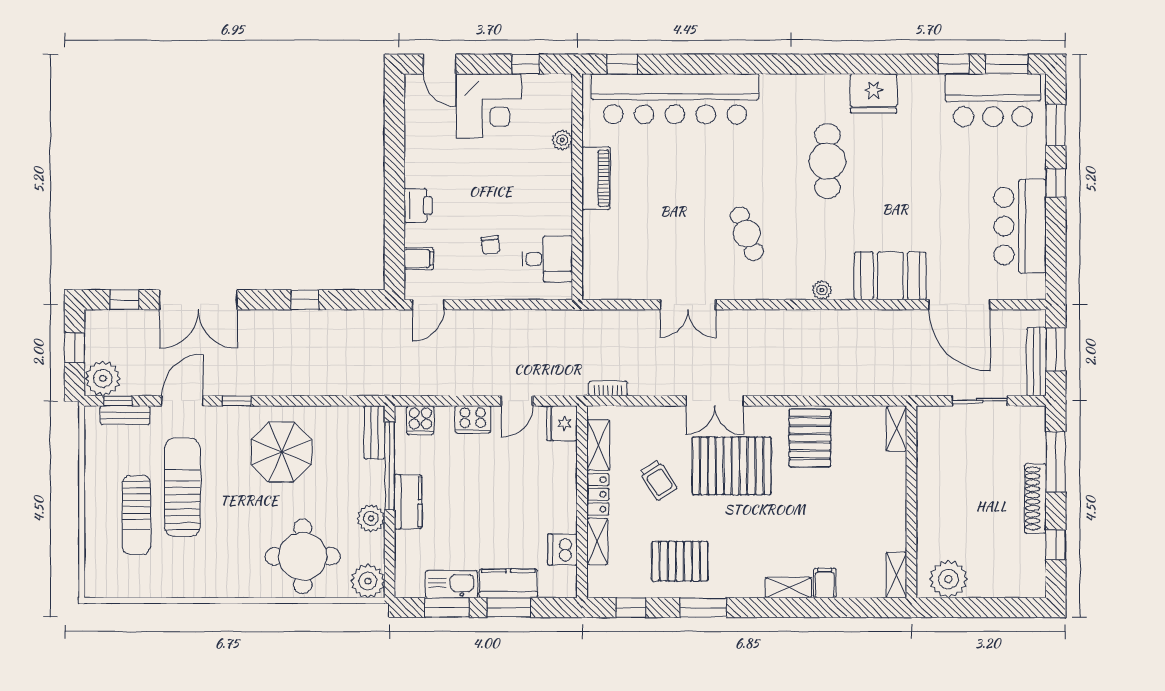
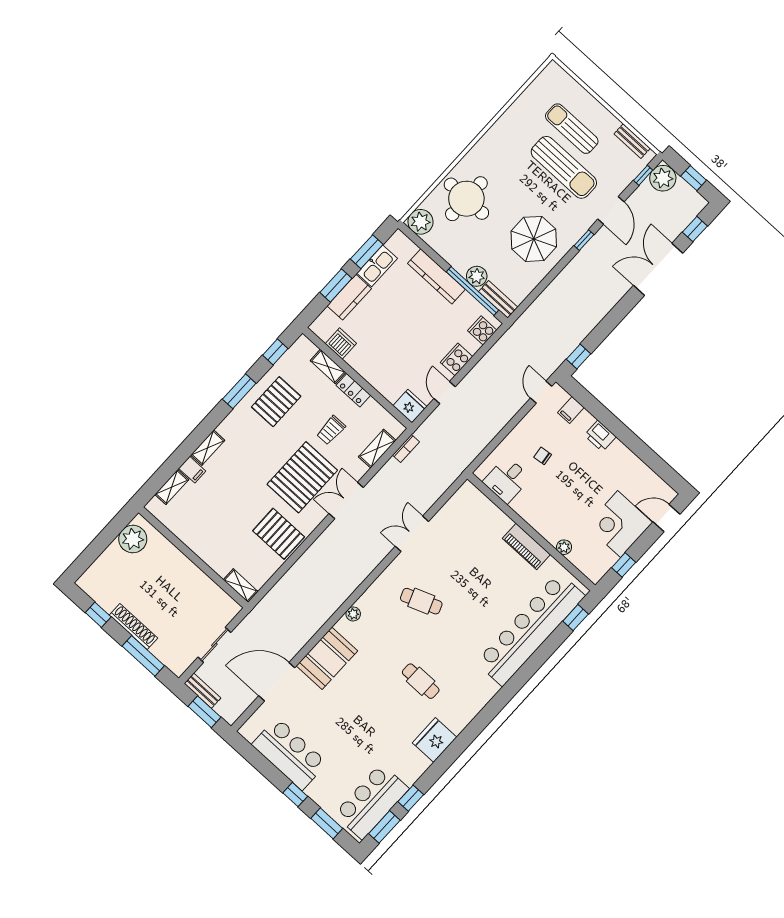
cafe table: (827, 161) -> (421, 681), width x0.73, depth x0.74
window: (305, 300) -> (579, 357), moved
bench: (1036, 362) -> (202, 691), width x0.73
bench: (125, 415) -> (632, 141), moved, turned 90
shelving: (598, 445) -> (377, 449), moved, turned 90
trolley: (658, 480) -> (331, 430), turned -57
kitchen counter: (408, 502) -> (436, 276), width x1.50
plant: (371, 518) -> (477, 276), moved
shelving: (896, 575) -> (172, 487), moved, turned 90

